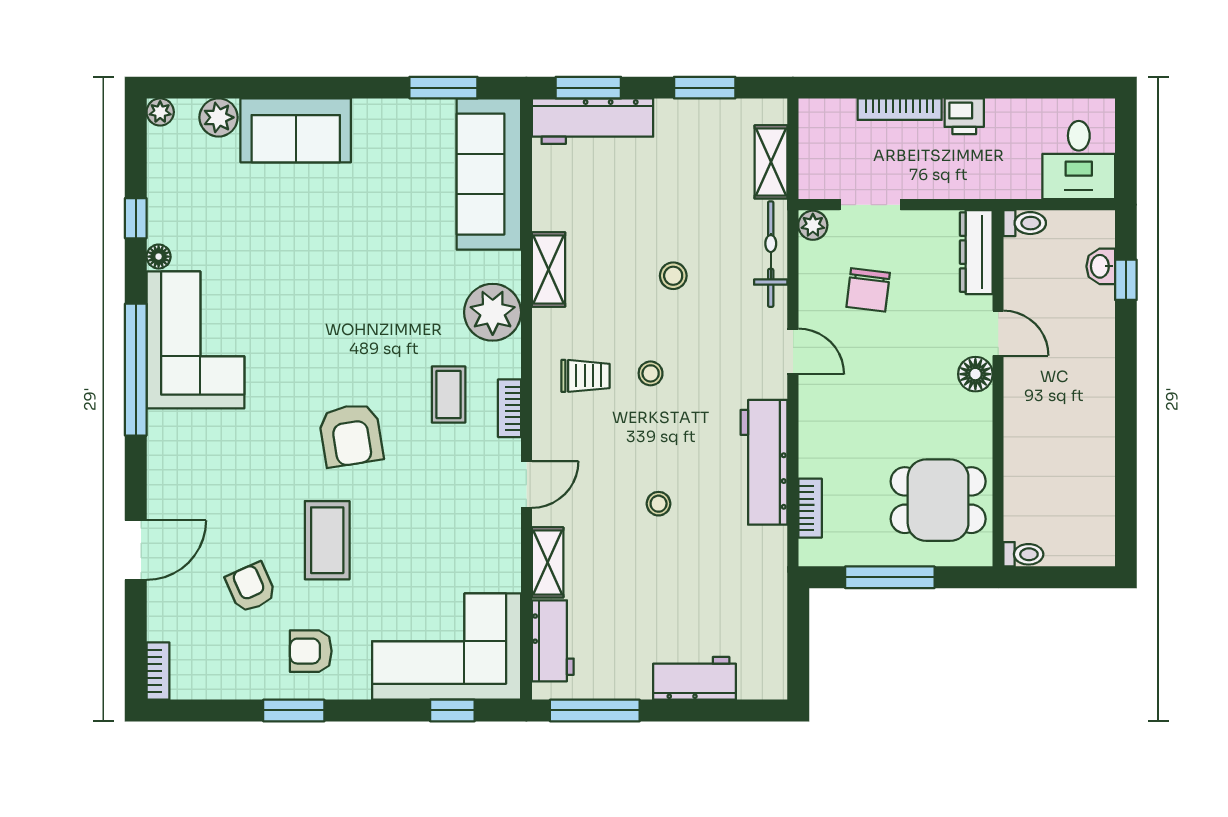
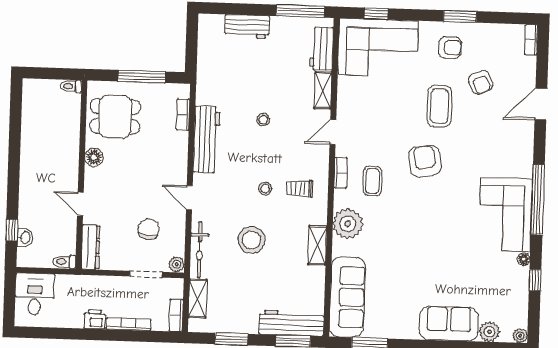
bookcase: (811, 129) -> (176, 315), added
stool: (673, 276) -> (251, 240), width x1.89, depth x1.89
floor lamp: (975, 374) -> (94, 157), moved

